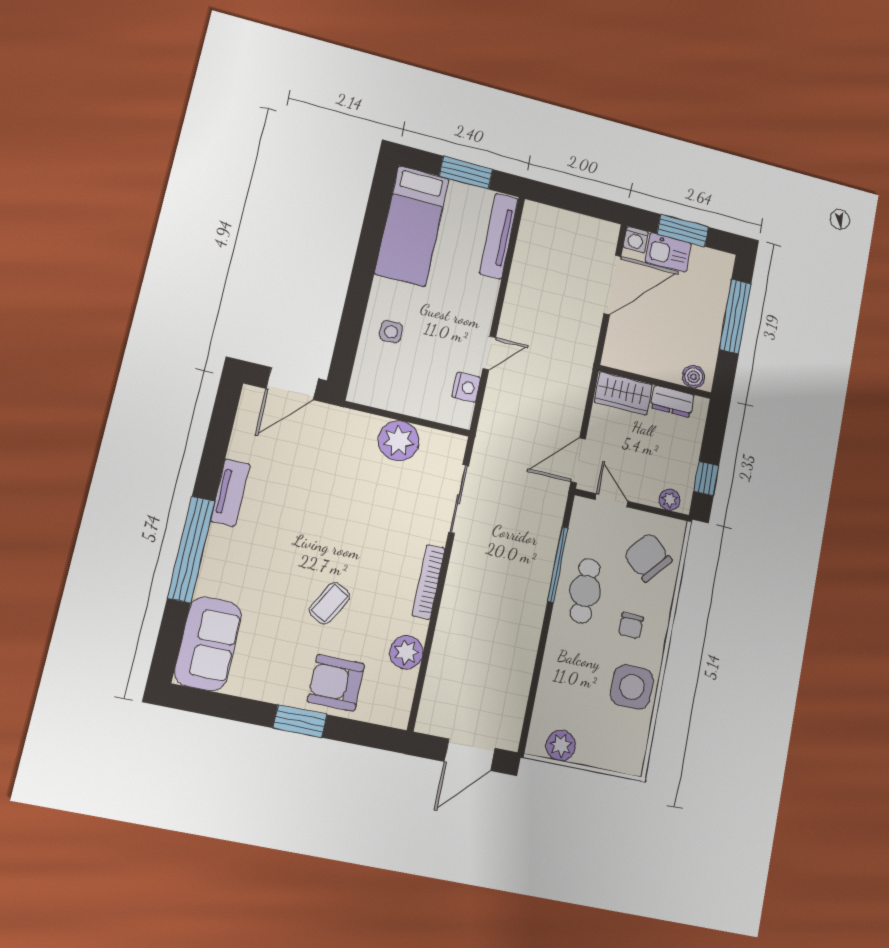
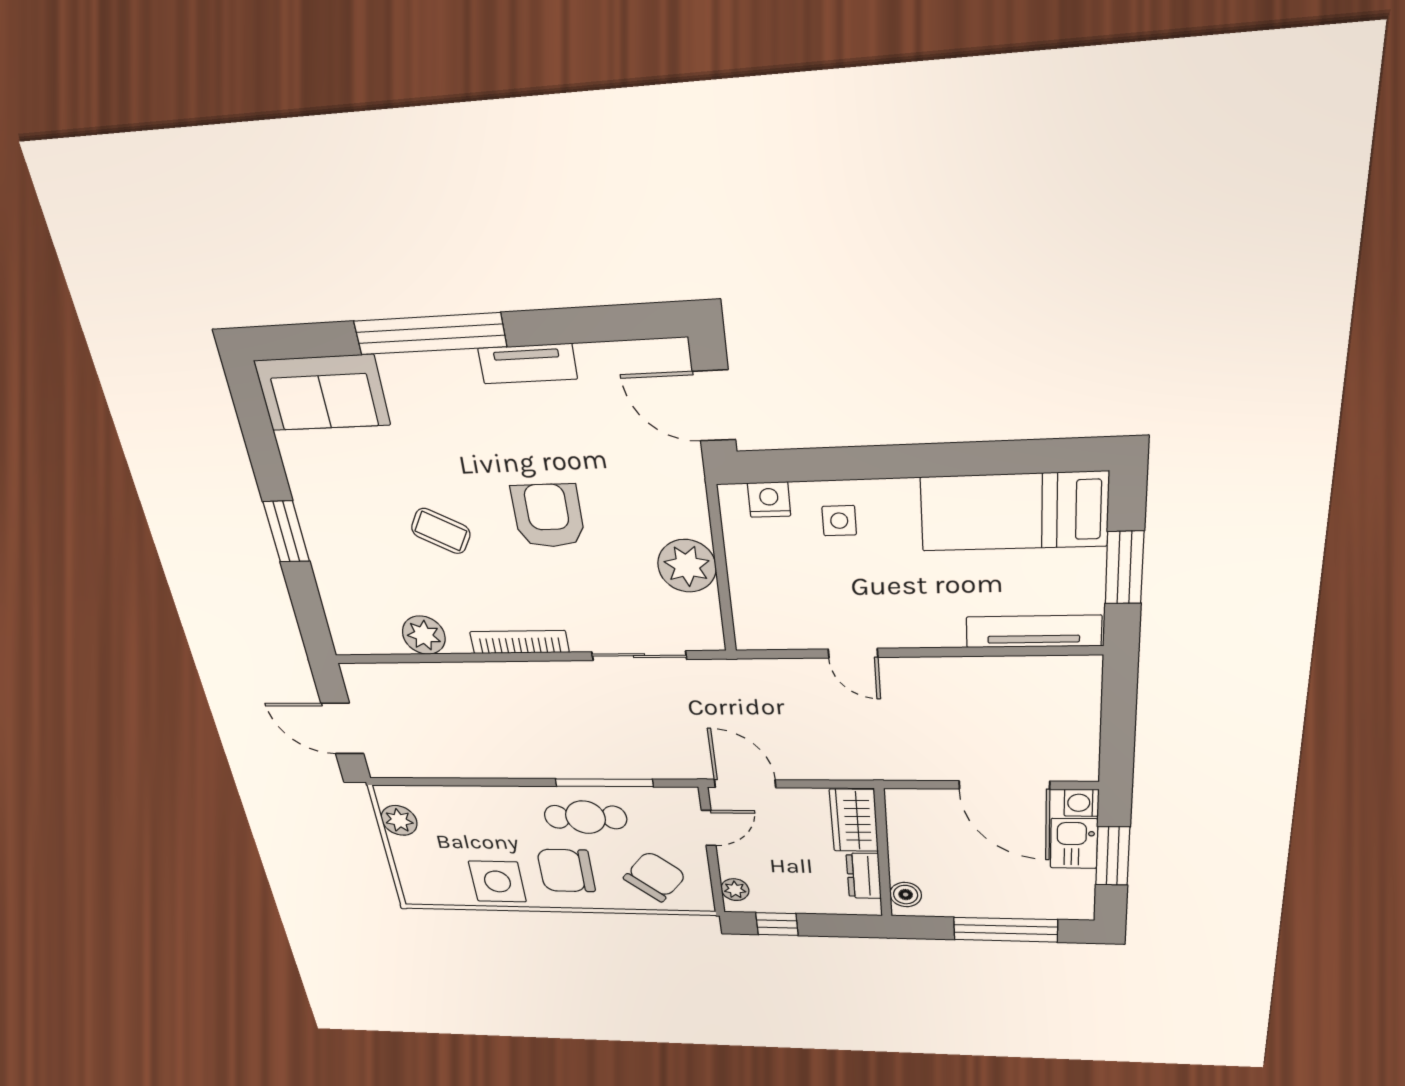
nightstand: (466, 387) -> (769, 500), moved, turned 180
chair: (631, 626) -> (566, 871), width x1.87, depth x1.87
armchair: (336, 683) -> (548, 516), moved

